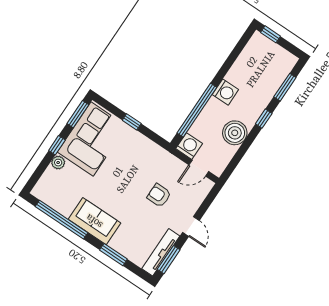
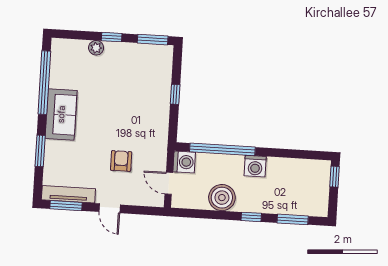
corner sofa: (92, 139) -> (137, 67), removed
door: (191, 226) -> (110, 208), hinge flipped

